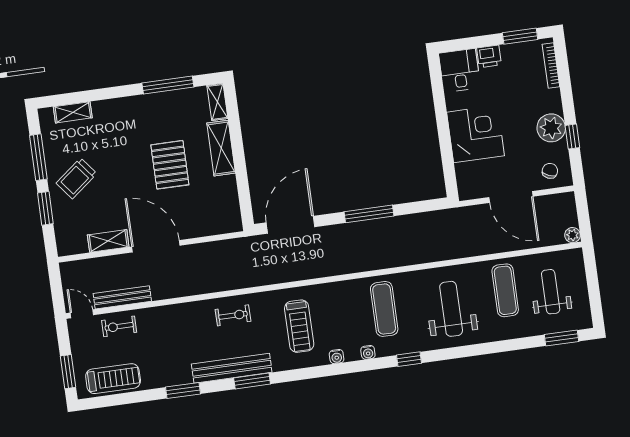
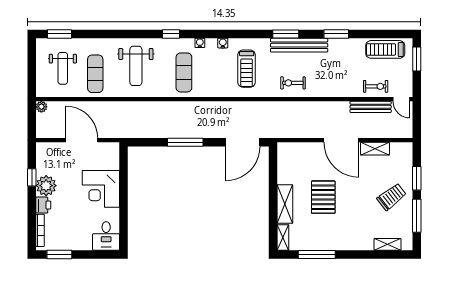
printer: (489, 56) -> (43, 205), moved, turned 90
chair: (550, 171) -> (51, 155), removed
treadmill: (299, 326) -> (247, 69), turned 180

